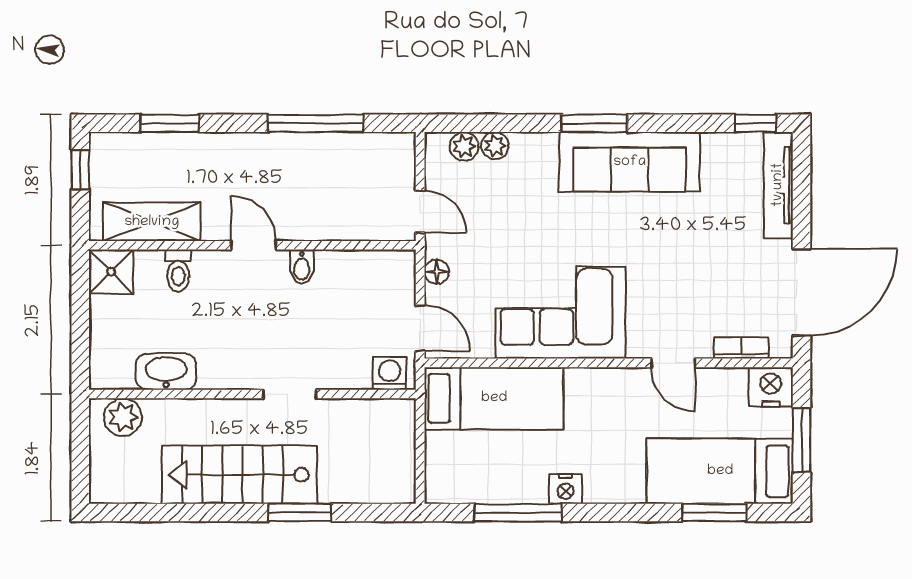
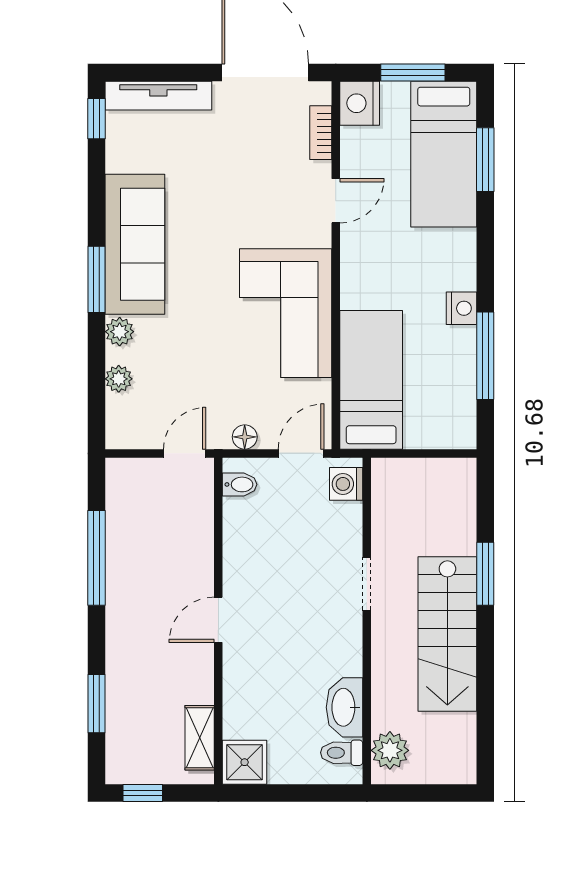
plant: (464, 146) -> (120, 332), moved
shelving: (152, 222) -> (200, 738), width x0.67, depth x0.75
bidet: (302, 267) -> (240, 484), moved
toilet: (178, 271) -> (342, 753), moved, turned 180

